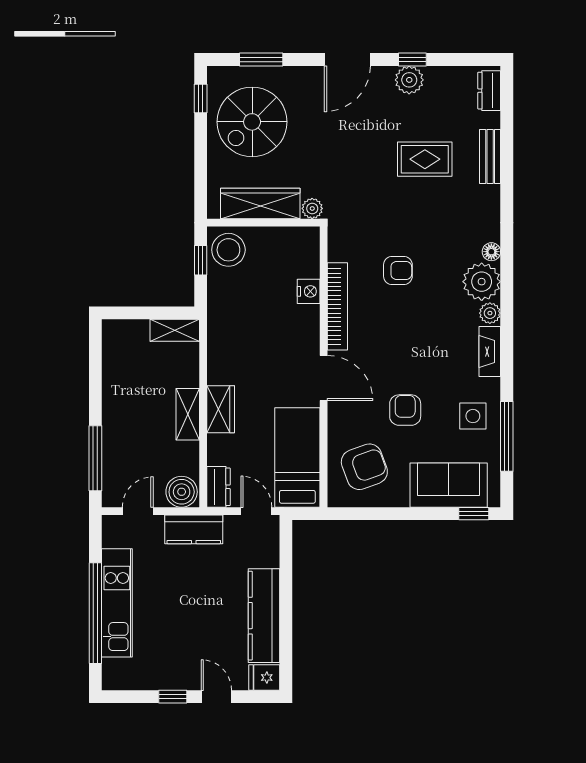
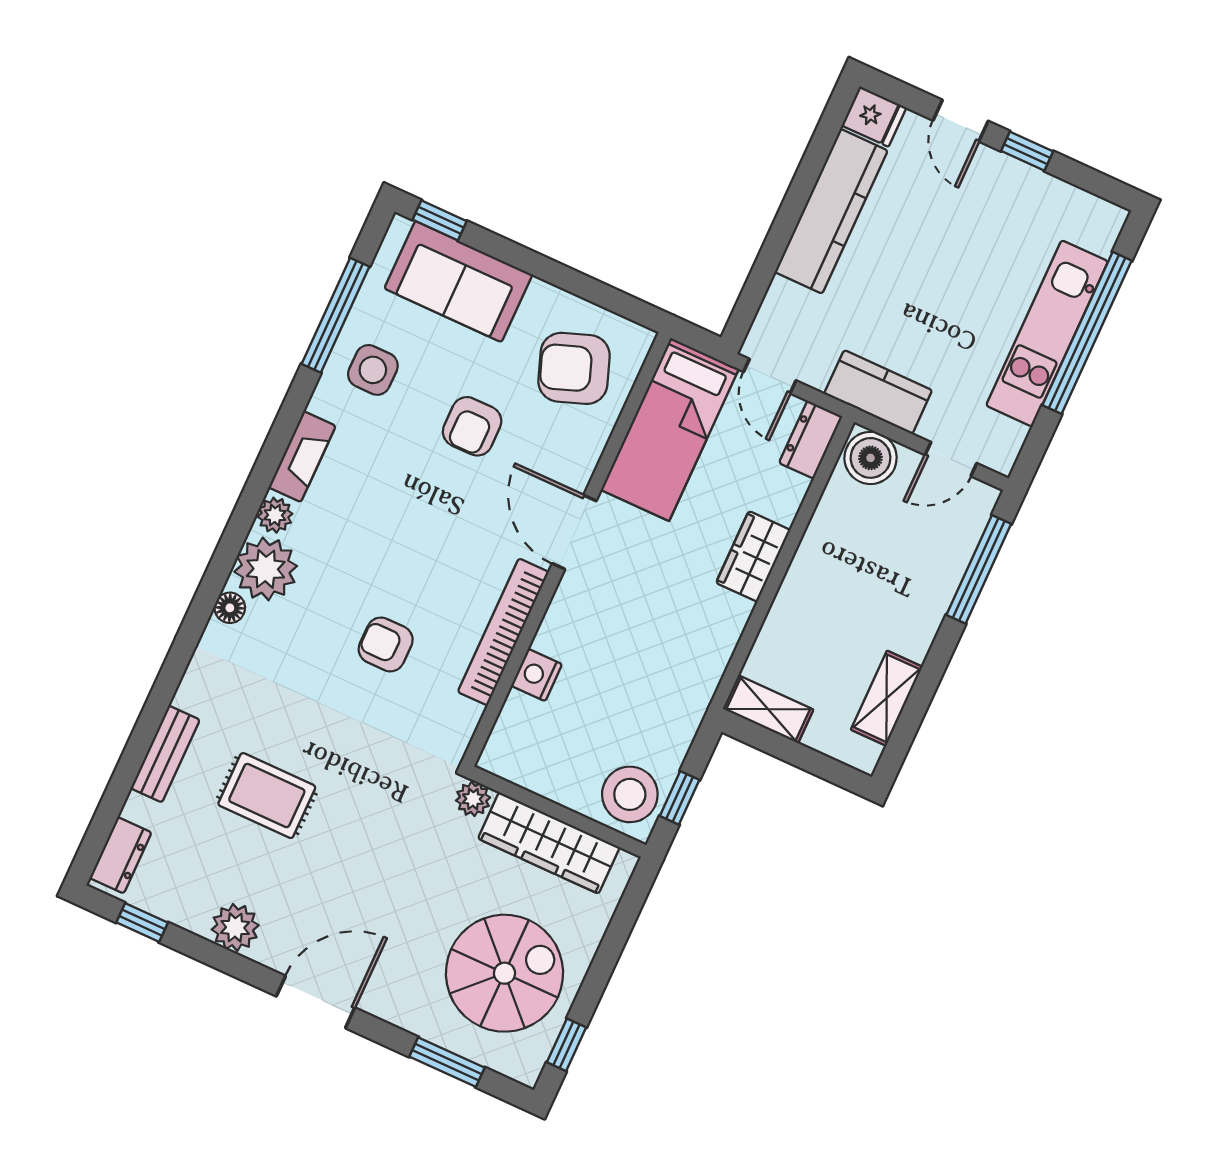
window: (412, 60) -> (142, 923), moved
shelving: (188, 414) -> (887, 698), moved

